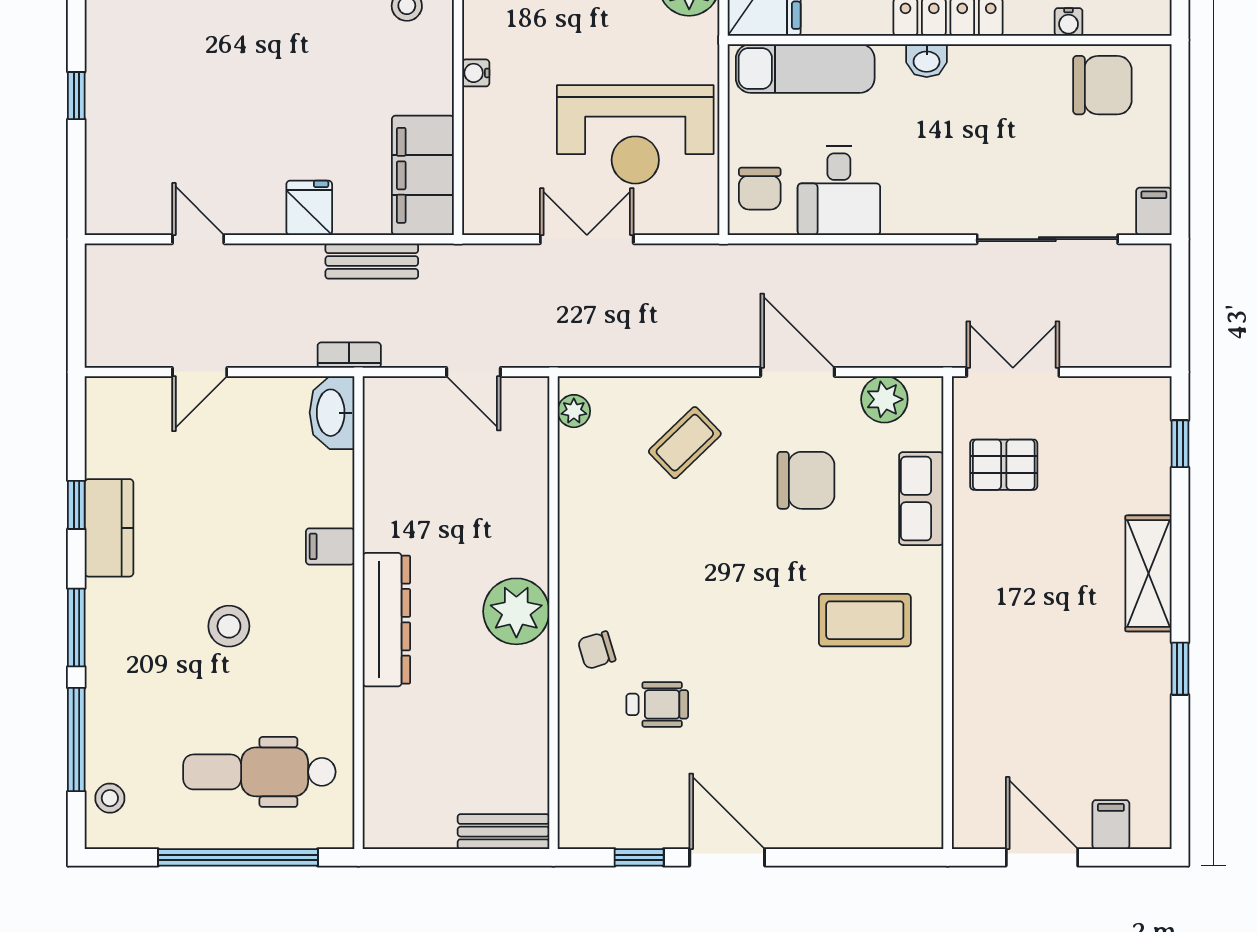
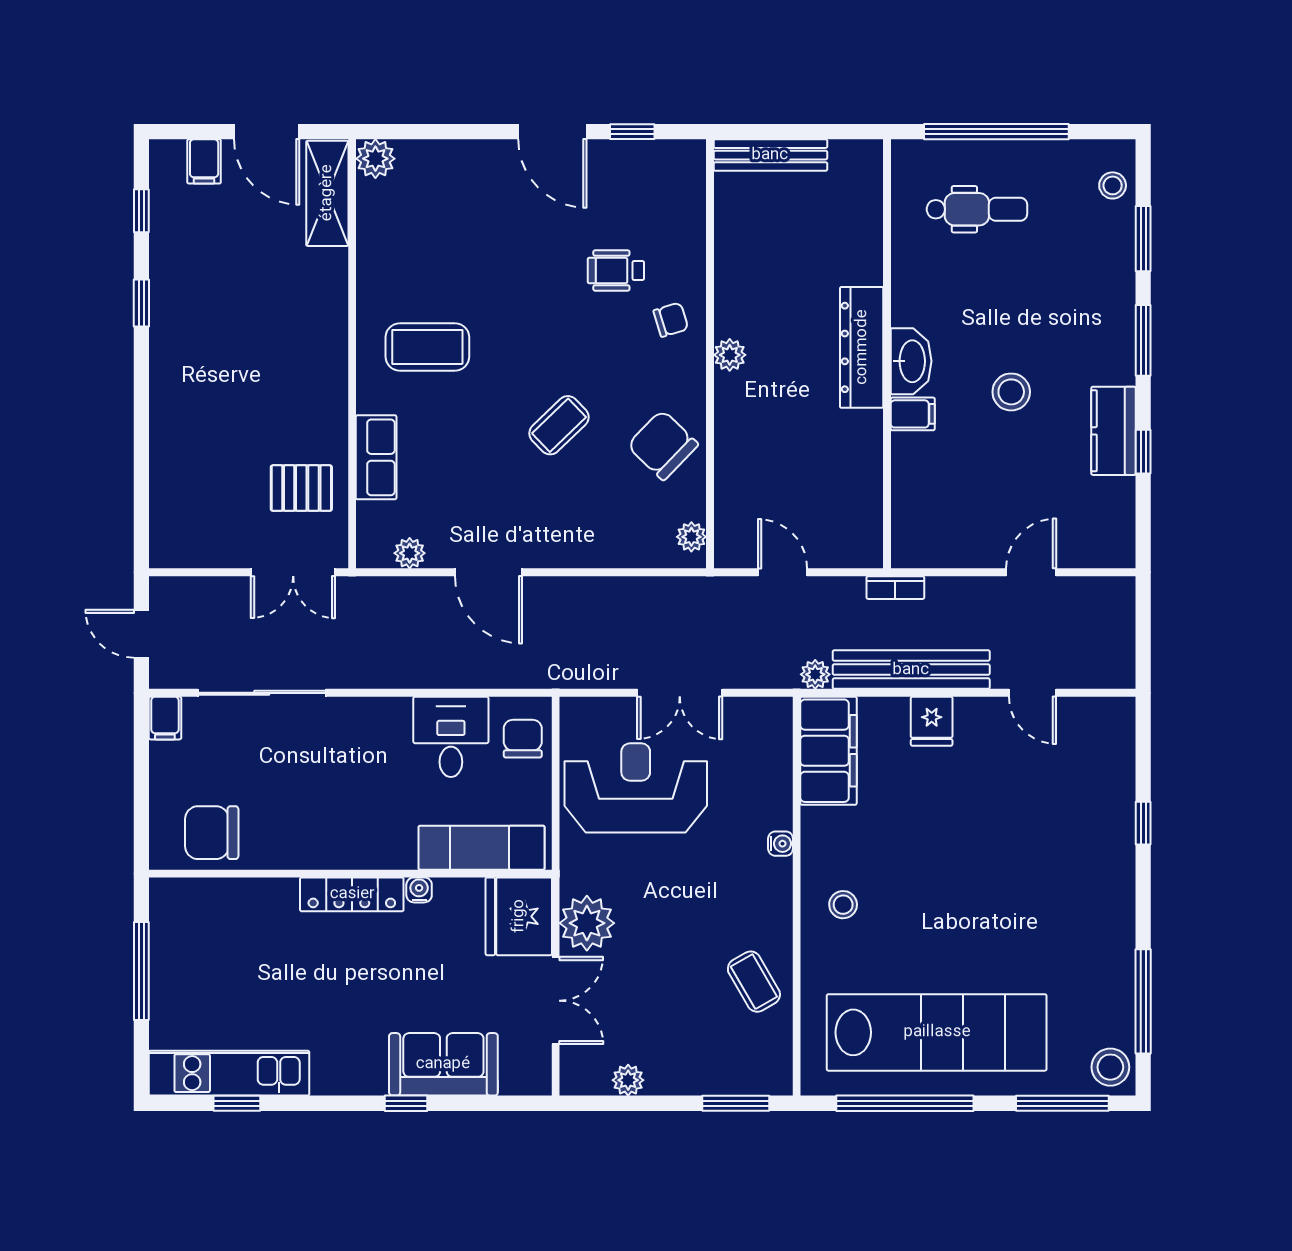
water cooler: (1069, 22) -> (419, 890), moved
washbasin: (927, 61) -> (371, 855), removed
plant: (437, 259) -> (815, 674), added
bench: (372, 261) -> (911, 670), width x1.86, depth x1.21
door: (1180, 304) -> (141, 634), added
plant: (884, 399) -> (410, 553), width x0.73, depth x0.73
washbasin: (332, 413) -> (911, 361), moved
coffee table: (685, 443) -> (559, 425), moved
window: (1180, 444) -> (141, 211), moved
chair: (806, 480) -> (663, 445), moved, turned 44
shelving: (1148, 573) -> (327, 193), moved
plant: (516, 611) -> (730, 355), width x0.53, depth x0.53
stool: (229, 626) -> (1011, 392), moved
window: (76, 740) -> (1143, 239), width x0.69
dental chair: (259, 772) -> (977, 209), width x0.73, depth x0.72
plant: (922, 828) -> (375, 159), added
bench: (503, 832) -> (770, 155), width x1.36

